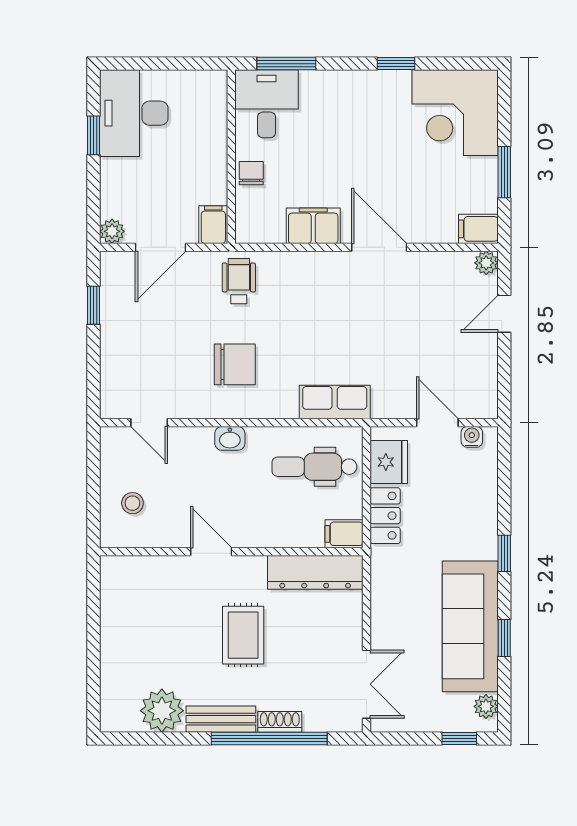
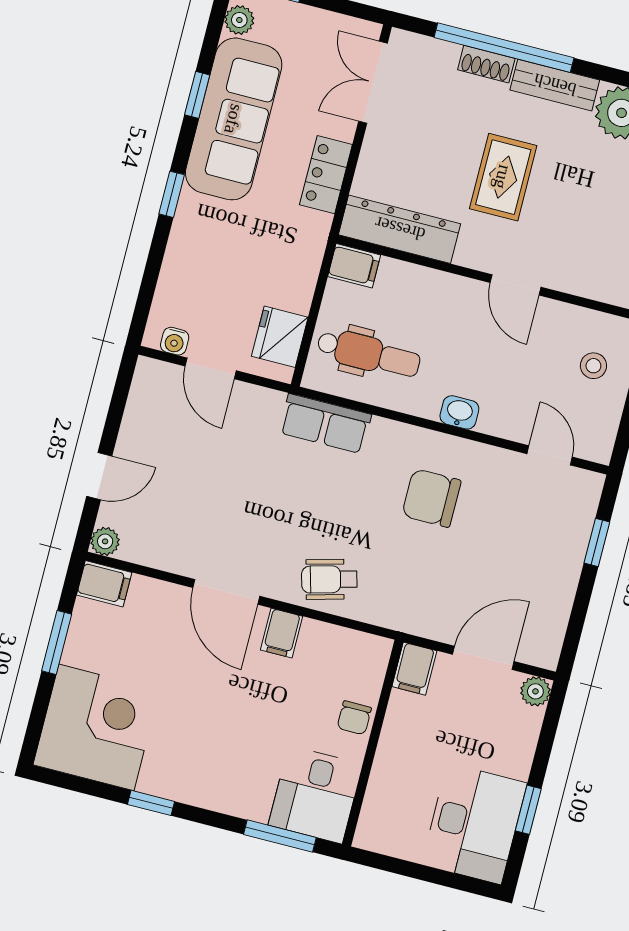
filing cabinet: (313, 226) -> (282, 633), width x0.50
wheelchair: (239, 281) -> (329, 579), moved, turned 75
window: (94, 305) -> (597, 543), moved
locker: (385, 516) -> (326, 175), moved

